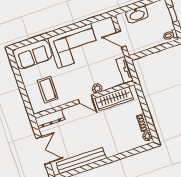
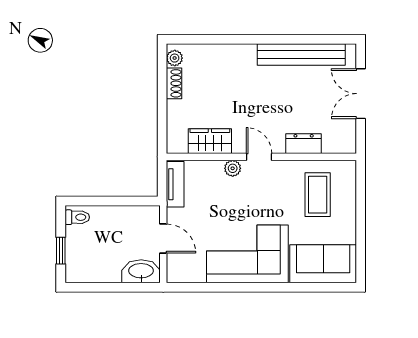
washbasin: (137, 15) -> (141, 271), moved
wardrobe: (114, 99) -> (210, 141), width x0.67
dresser: (50, 119) -> (304, 144), moved, width x0.70

